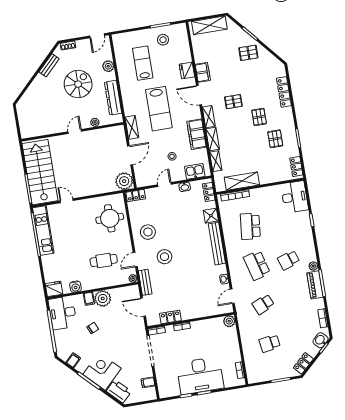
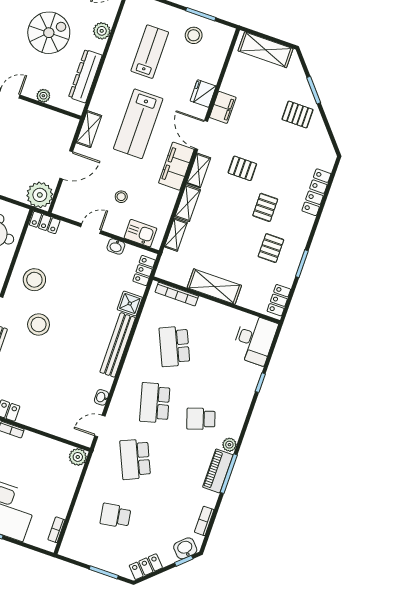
filing cabinet: (196, 134) -> (176, 166), moved
shelving: (242, 181) -> (214, 287), moved
school desk: (250, 226) -> (174, 346), turned -30
school desk: (263, 304) -> (135, 459), width x1.85

